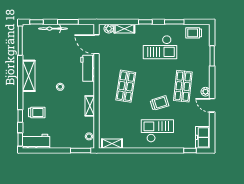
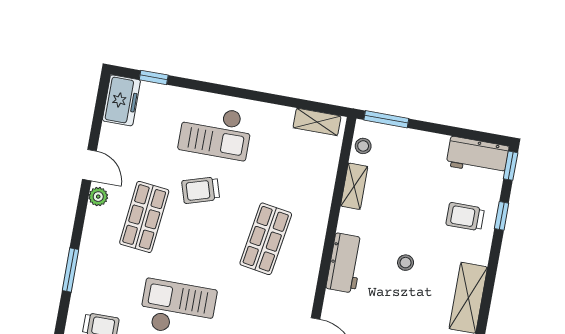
workbench: (88, 68) -> (345, 263), moved
shelving: (90, 106) -> (354, 186), moved

